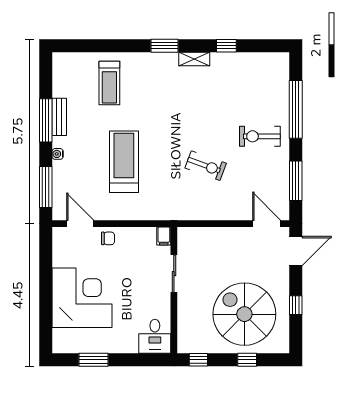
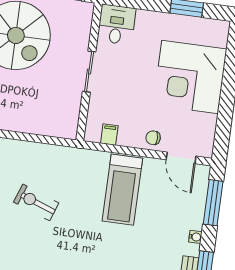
treadmill: (124, 162) -> (122, 190), moved
filing cabinet: (164, 236) -> (109, 135), moved
sliding door: (174, 274) -> (89, 72), moved

